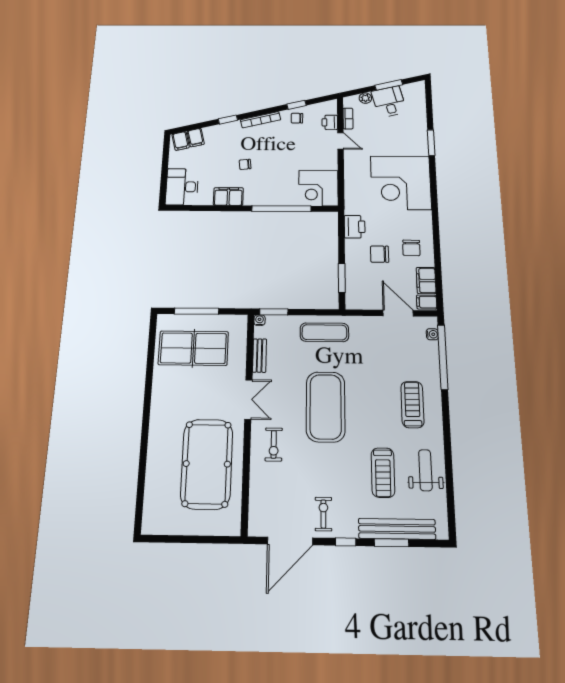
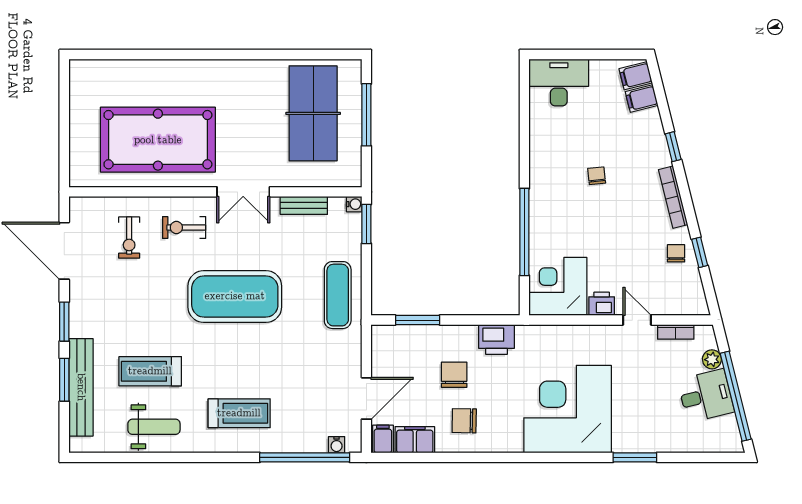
window: (389, 85) -> (736, 396), width x2.11
printer: (330, 122) -> (602, 304), moved
door: (340, 141) -> (637, 320), swing flipped
filing cabinet: (228, 196) -> (543, 153), removed
exercise bike: (323, 514) -> (129, 238), moved, turned 90
window: (346, 542) -> (64, 322), width x1.50

